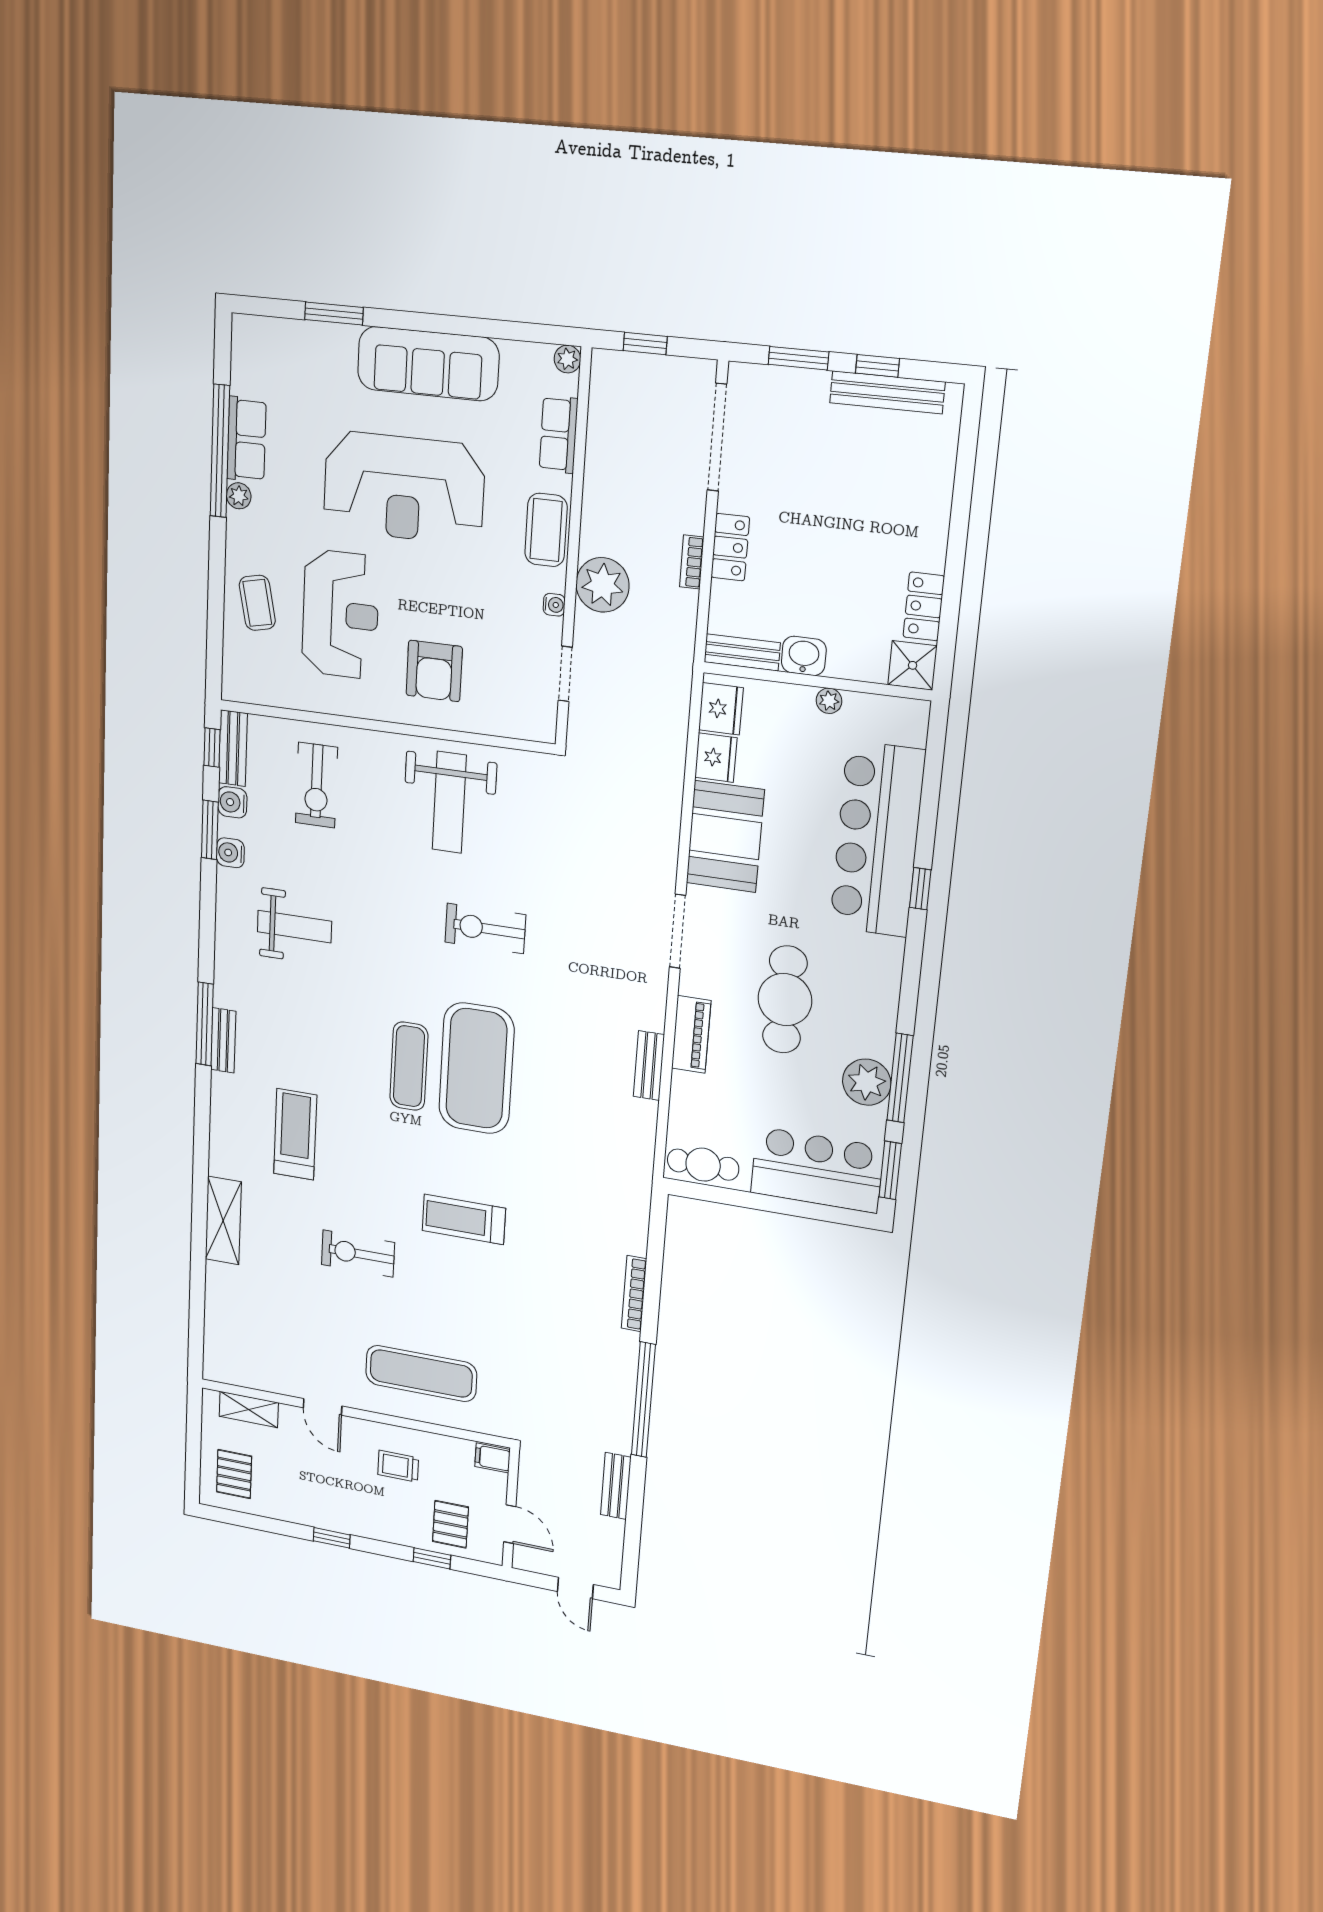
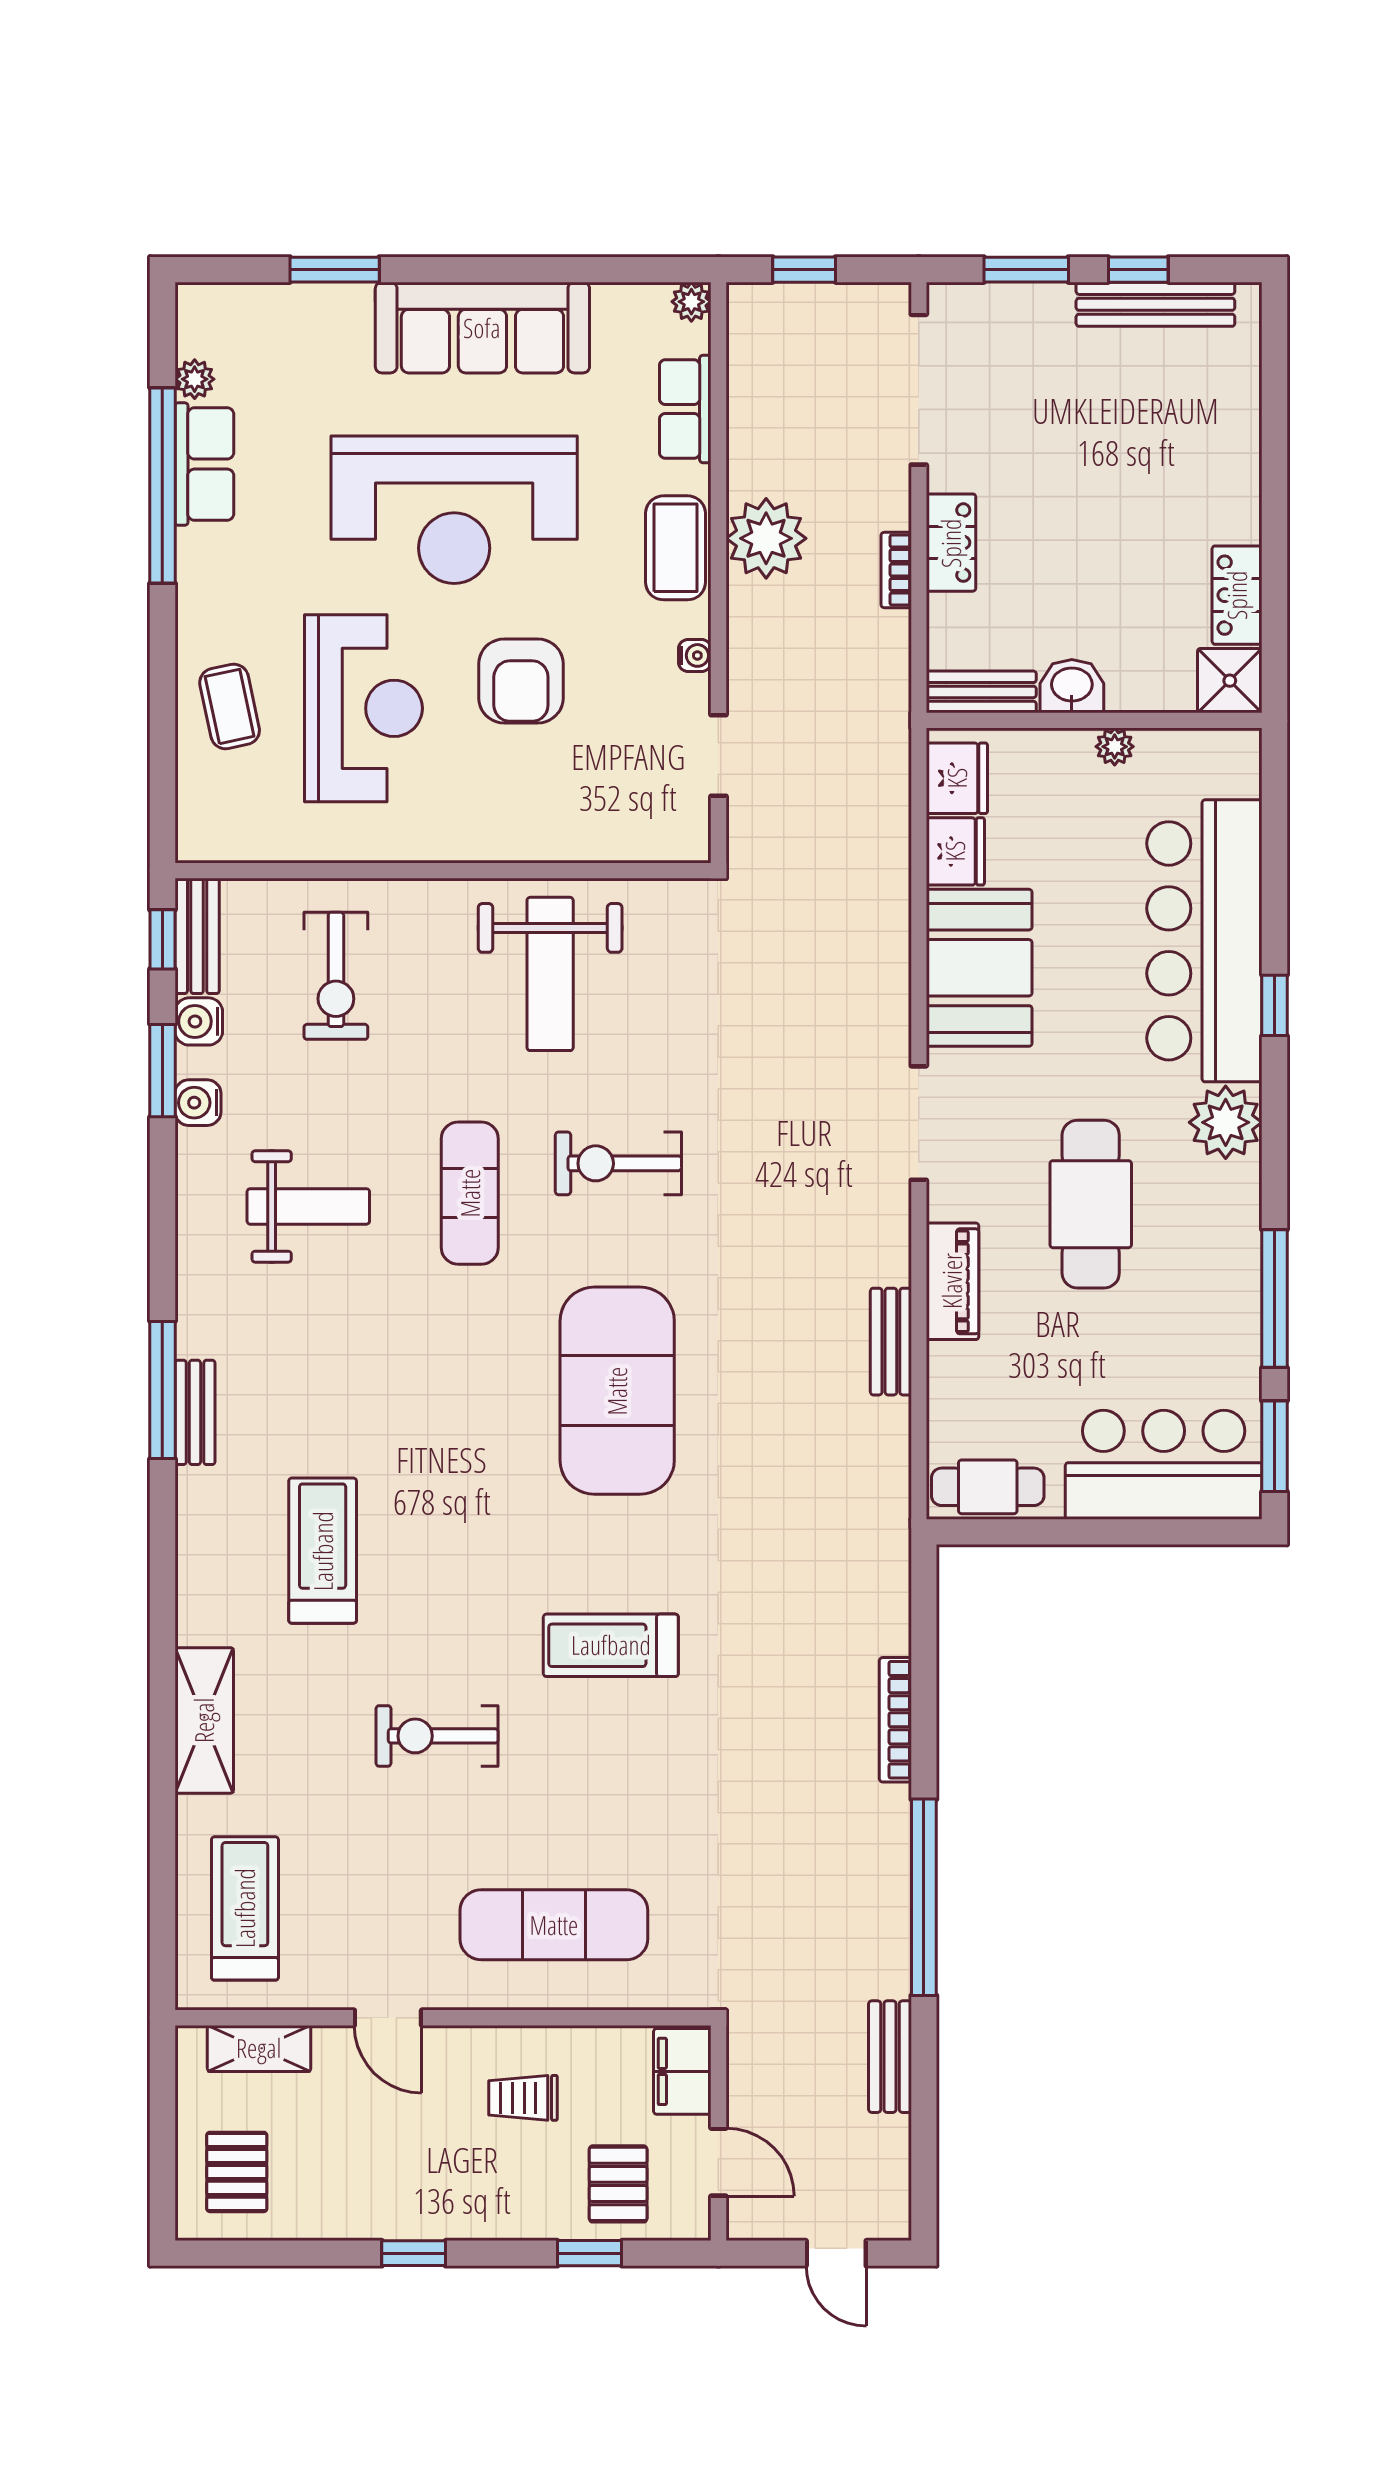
plant: (239, 496) -> (195, 379), moved
plant: (603, 585) -> (766, 538), moved
armchair: (434, 671) -> (521, 681), moved
exercise mat: (409, 1066) -> (470, 1193), moved
plant: (867, 1082) -> (1226, 1122), moved
treadmill: (243, 1331) -> (245, 1908), added
filing cabinet: (492, 1458) -> (682, 2071), width x2.00

